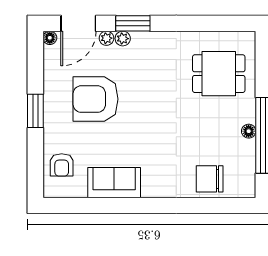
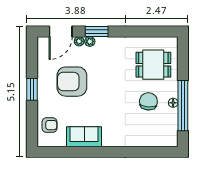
floor lamp: (50, 38) -> (42, 41), removed
armchair: (62, 165) -> (49, 125), turned -90
chair: (210, 179) -> (148, 101), moved, turned 94

